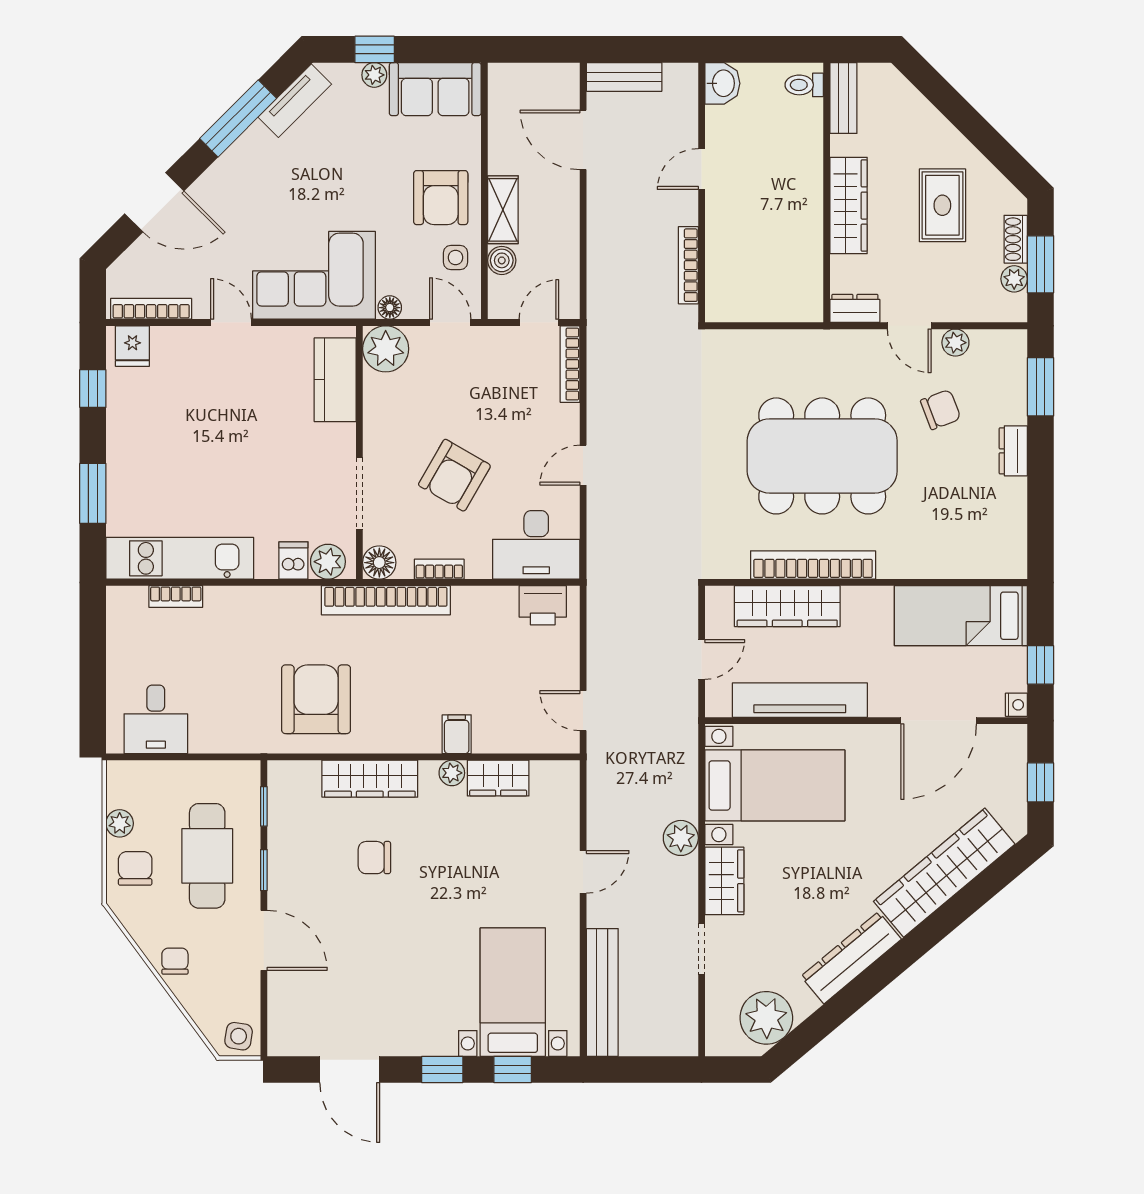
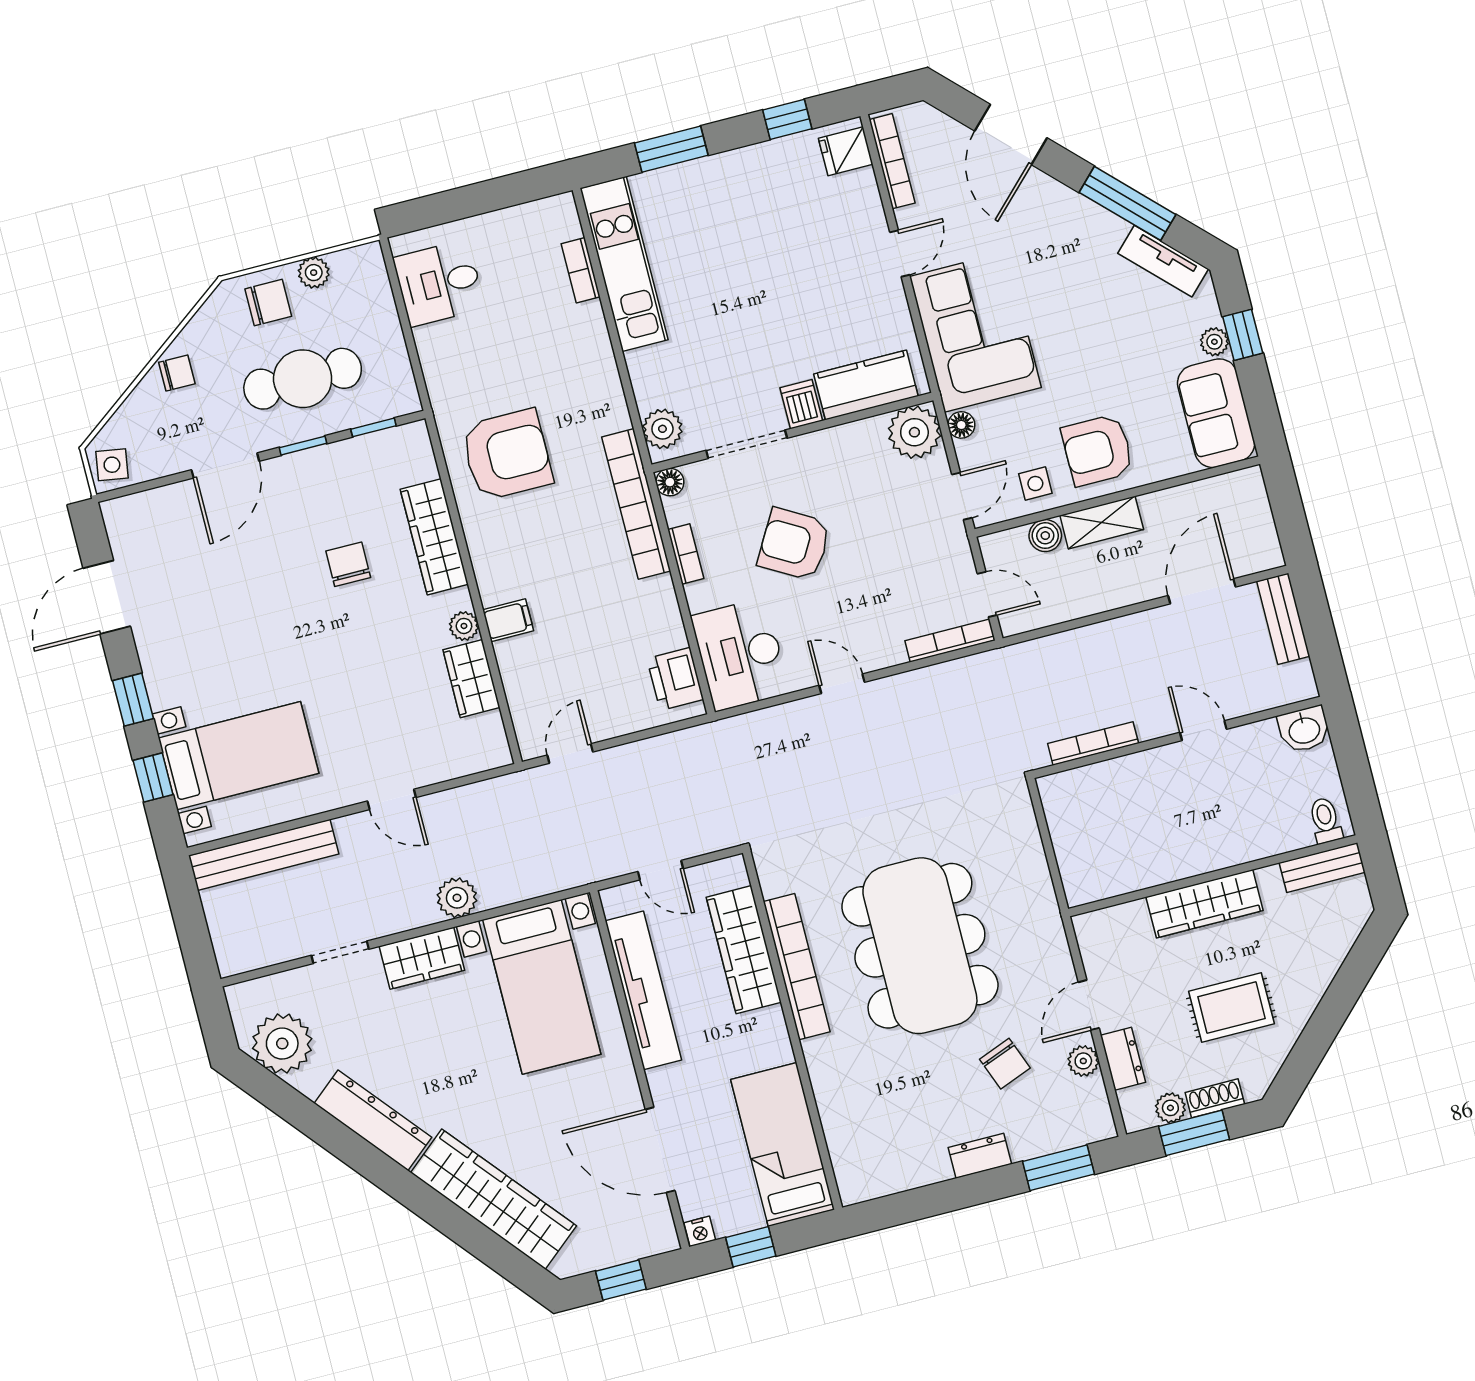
dresser: (855, 308) -> (1123, 1059), moved
dishwasher: (293, 560) -> (801, 404), moved, turned -90
floor lamp: (379, 563) -> (670, 482), width x0.73, depth x0.73

